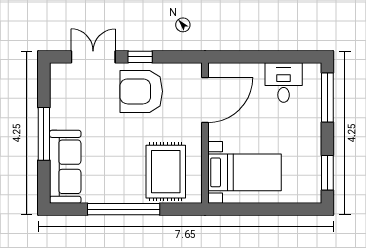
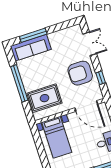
window: (140, 57) -> (101, 78), moved
armchair: (141, 91) -> (80, 73), turned -90
window: (44, 134) -> (33, 35), moved

